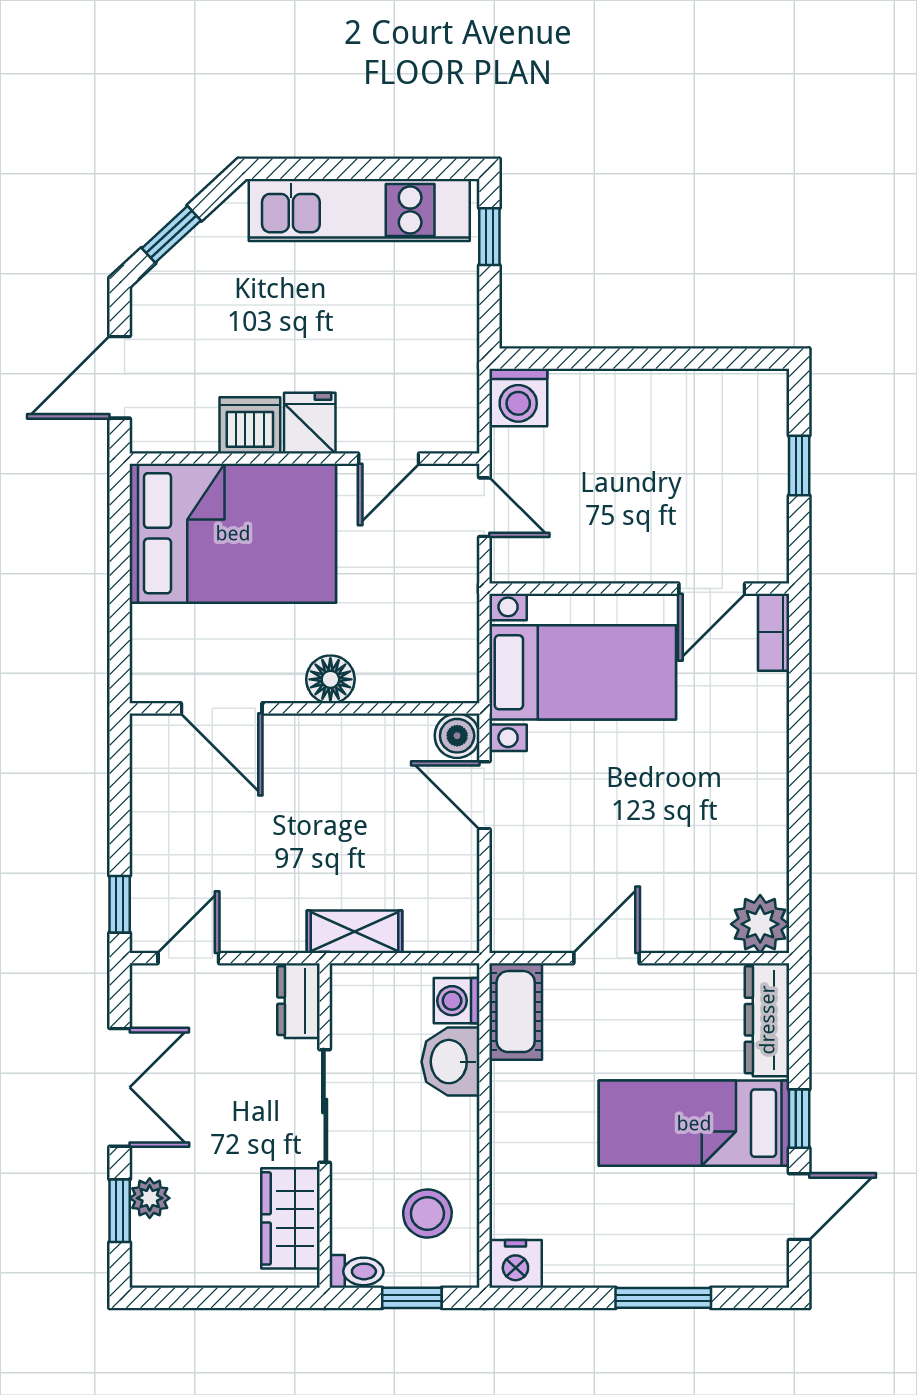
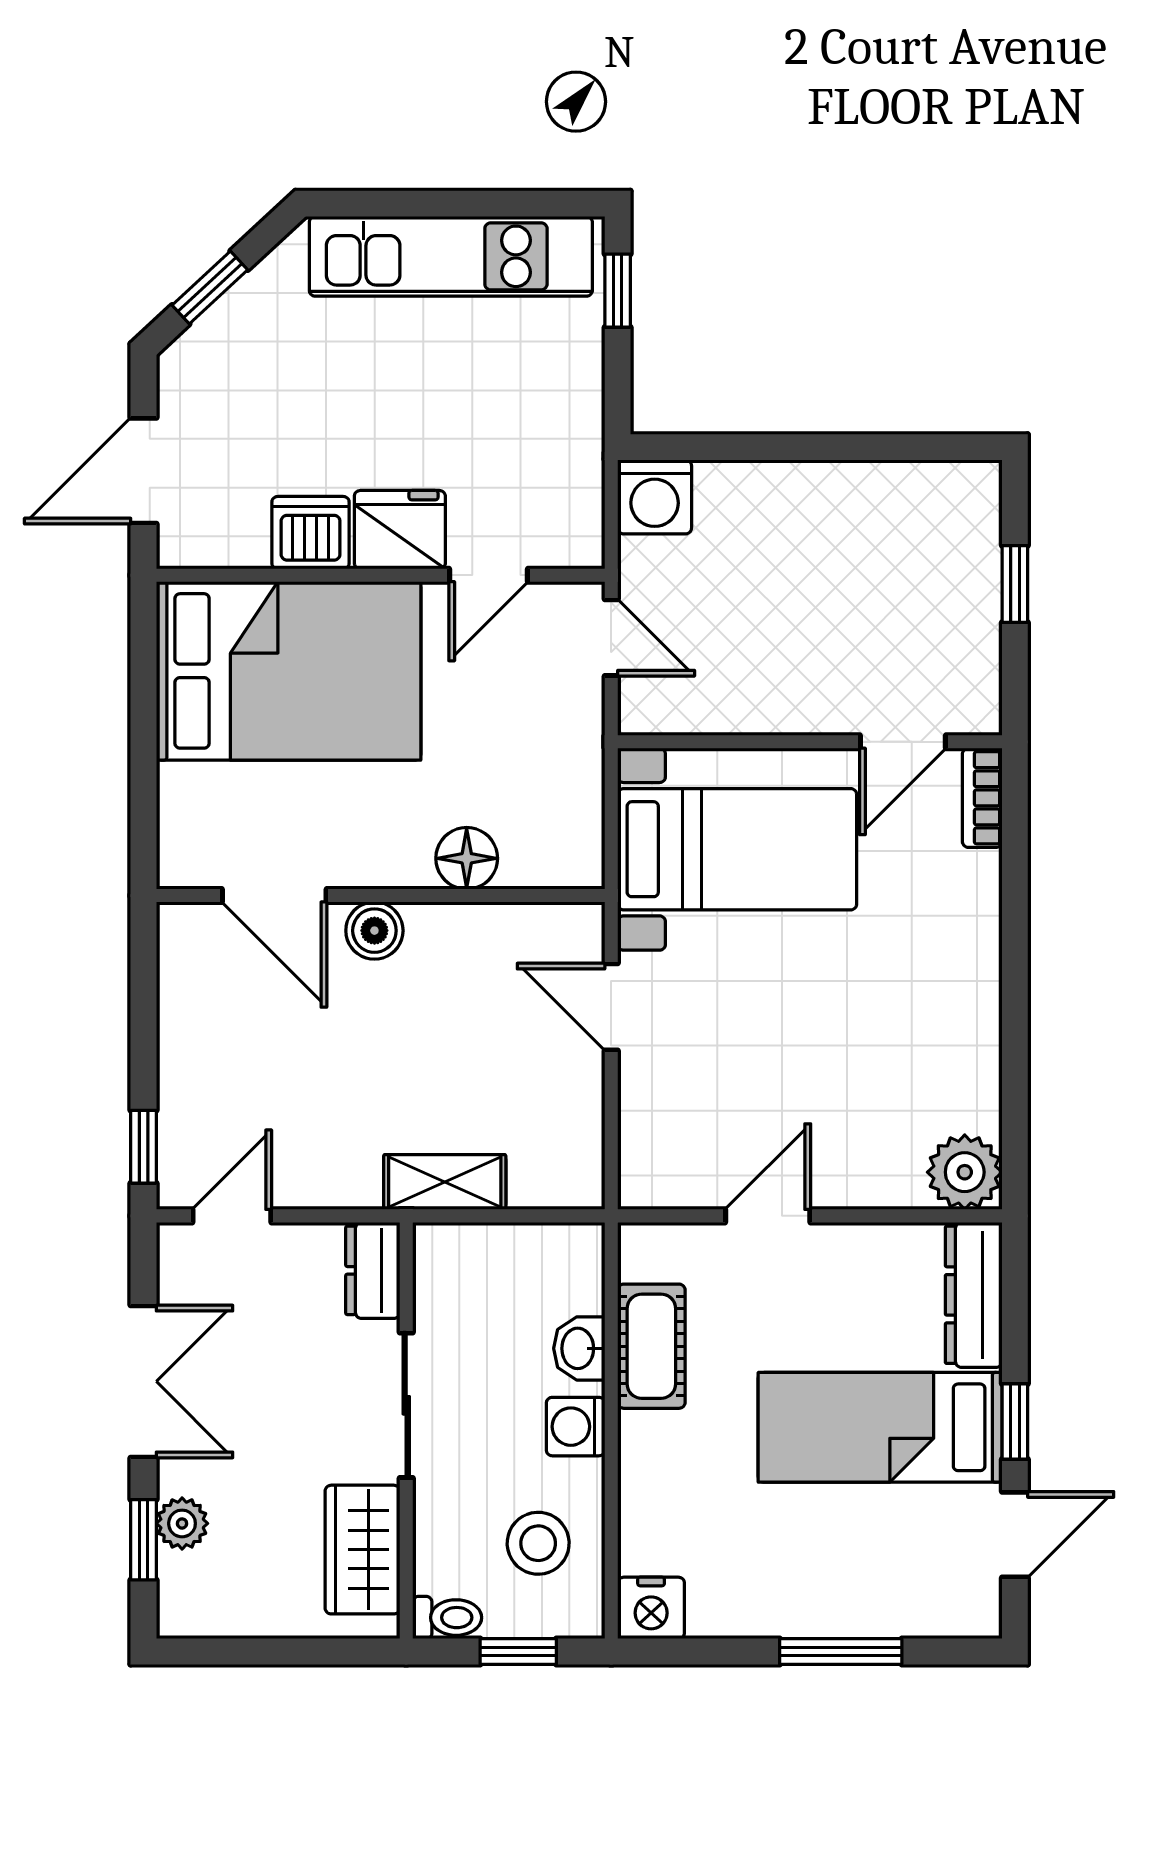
fridge: (310, 423) -> (400, 530), width x1.38
floor lamp: (330, 679) -> (467, 858), moved
boiler: (457, 736) -> (374, 931), moved
washing machine: (457, 1001) -> (576, 1427), moved
cot: (516, 1012) -> (651, 1346), moved
washbasin: (451, 1062) -> (579, 1348), width x0.72, depth x0.69

